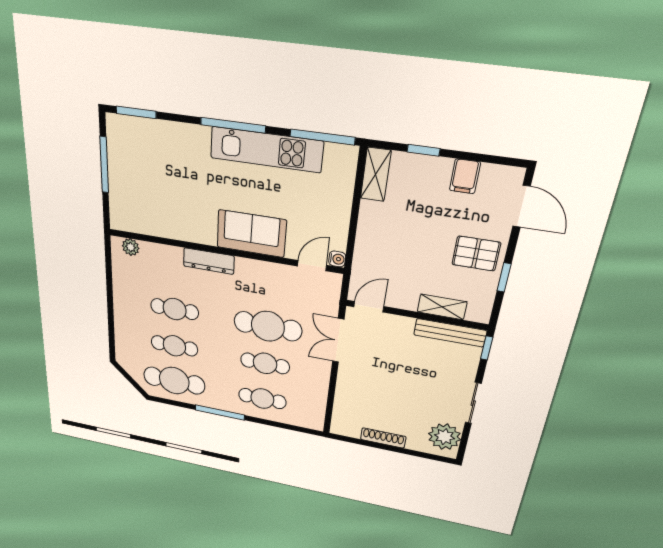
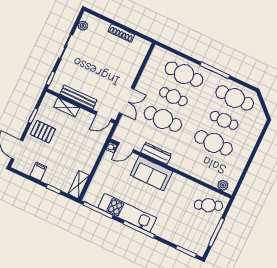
cafe table: (137, 208) -> (208, 205), added
dresser: (209, 261) -> (156, 153), moved
cafe table: (175, 309) -> (214, 143), width x1.37, depth x1.35
bench: (450, 333) -> (78, 97), moved
cafe table: (262, 399) -> (184, 74), width x1.37, depth x1.35
plant: (444, 437) -> (83, 26), width x0.53, depth x0.53

